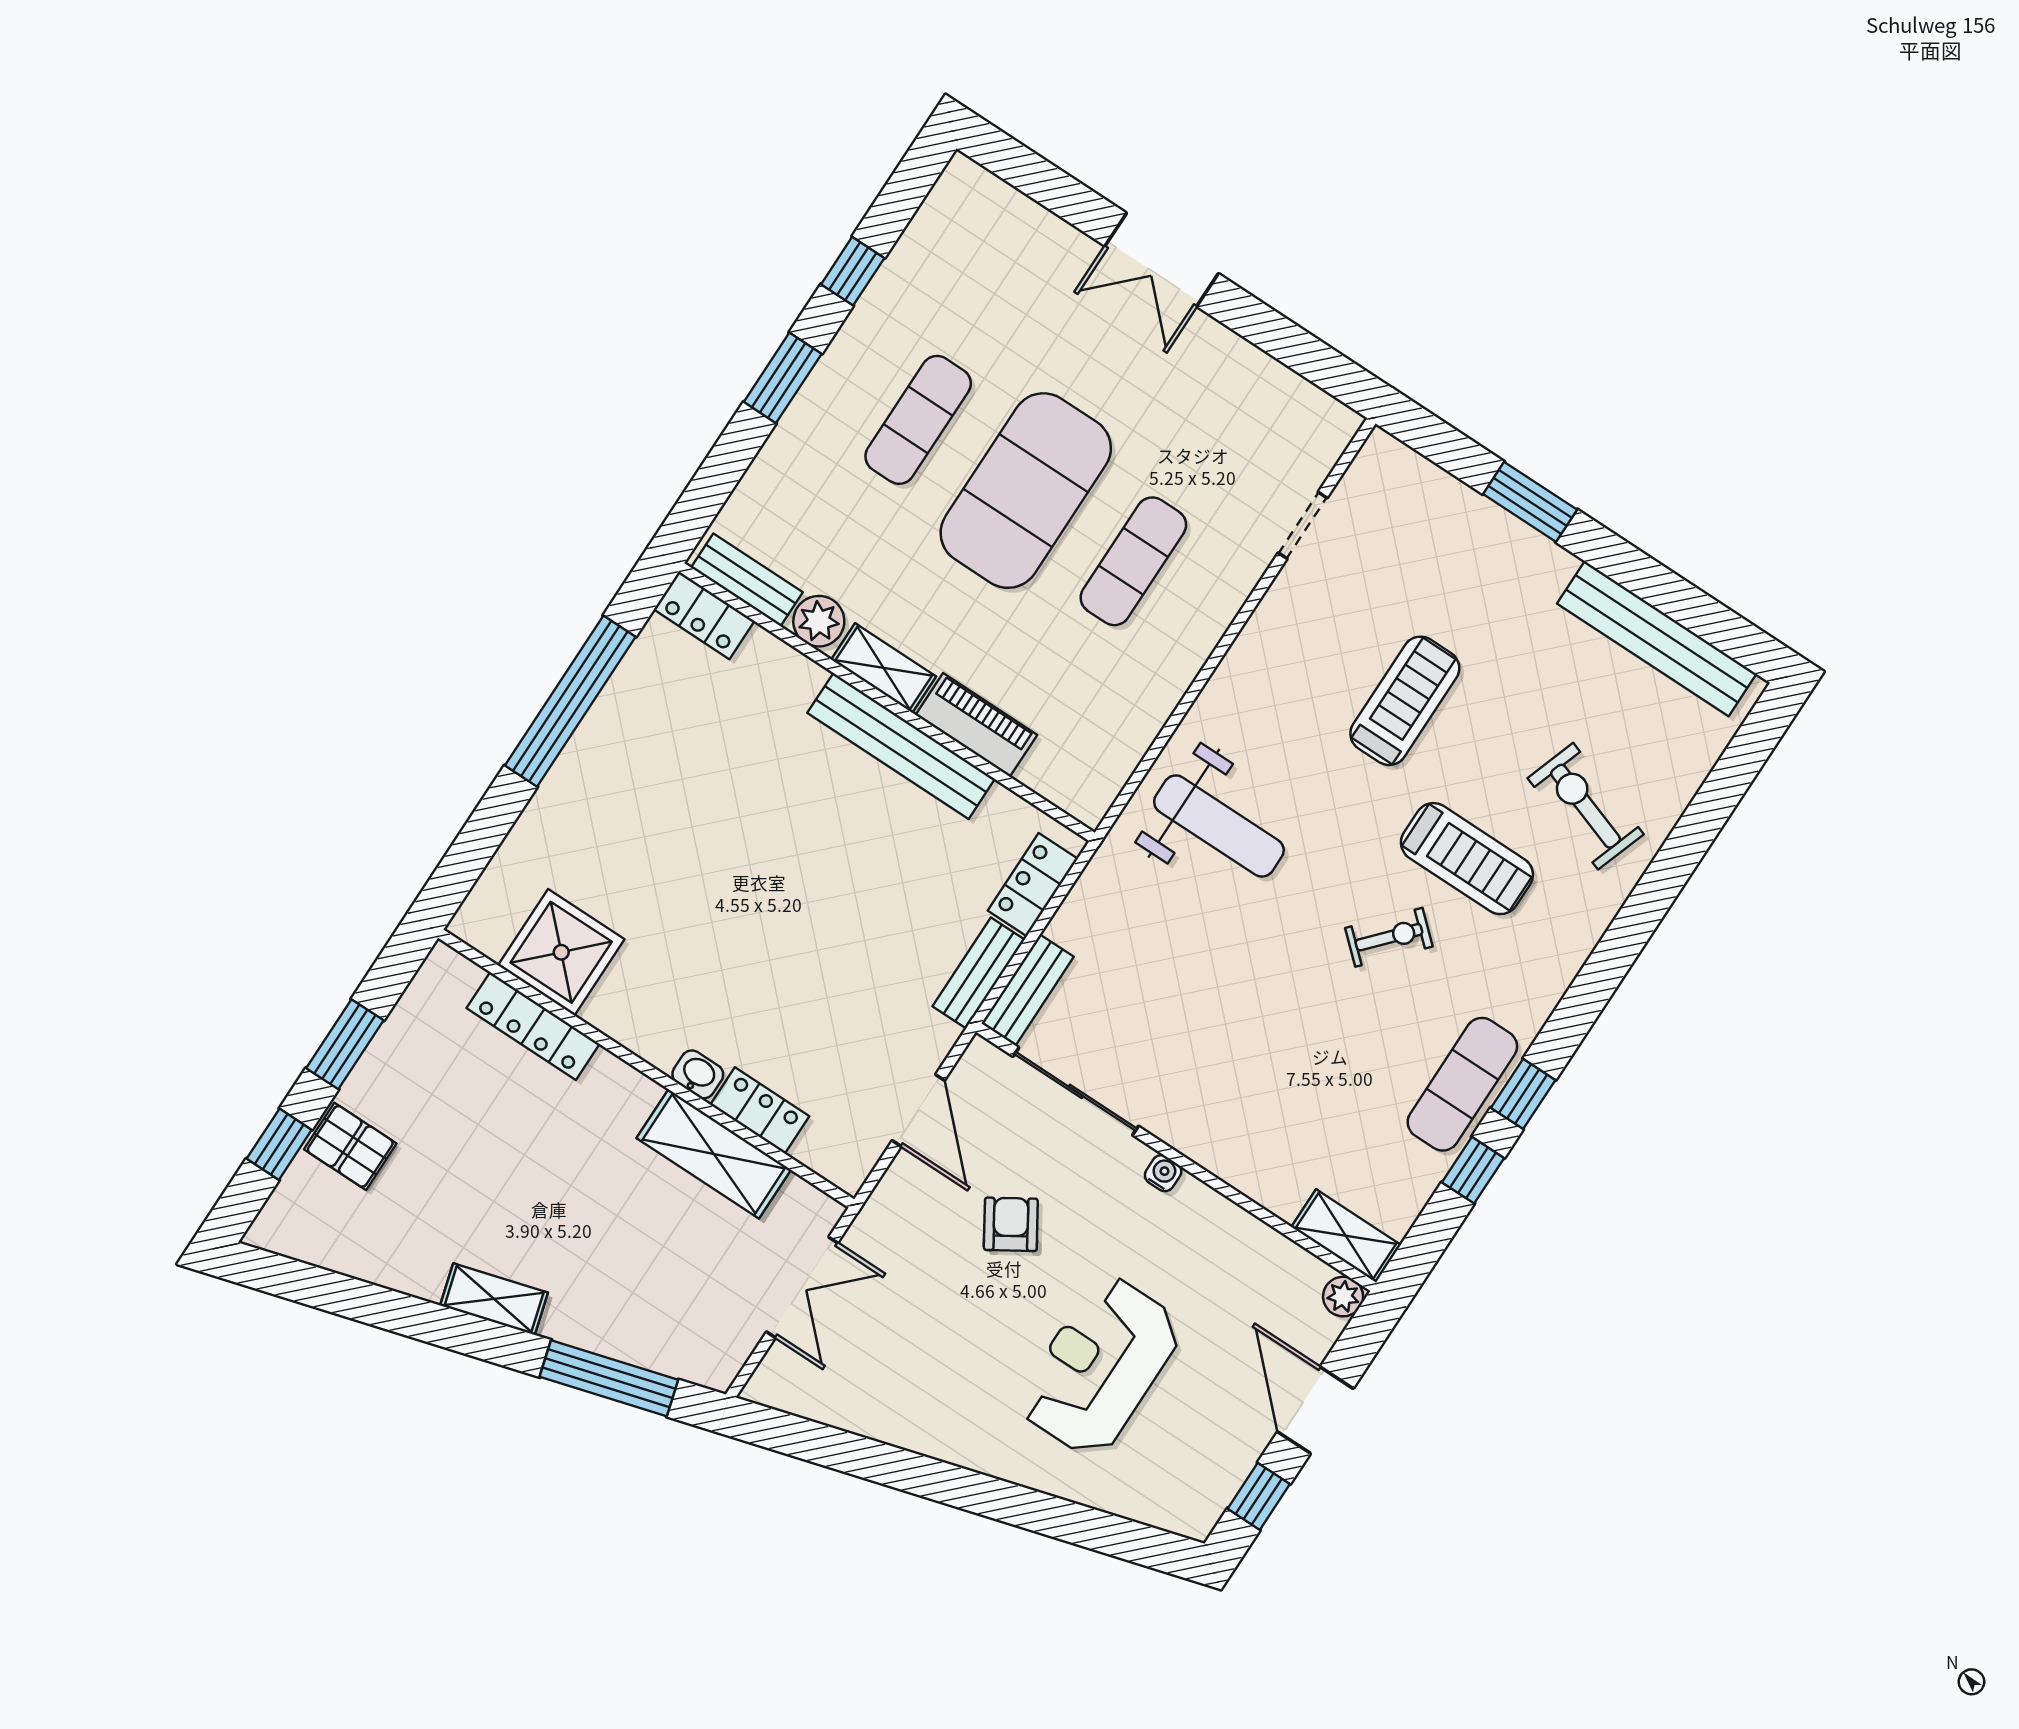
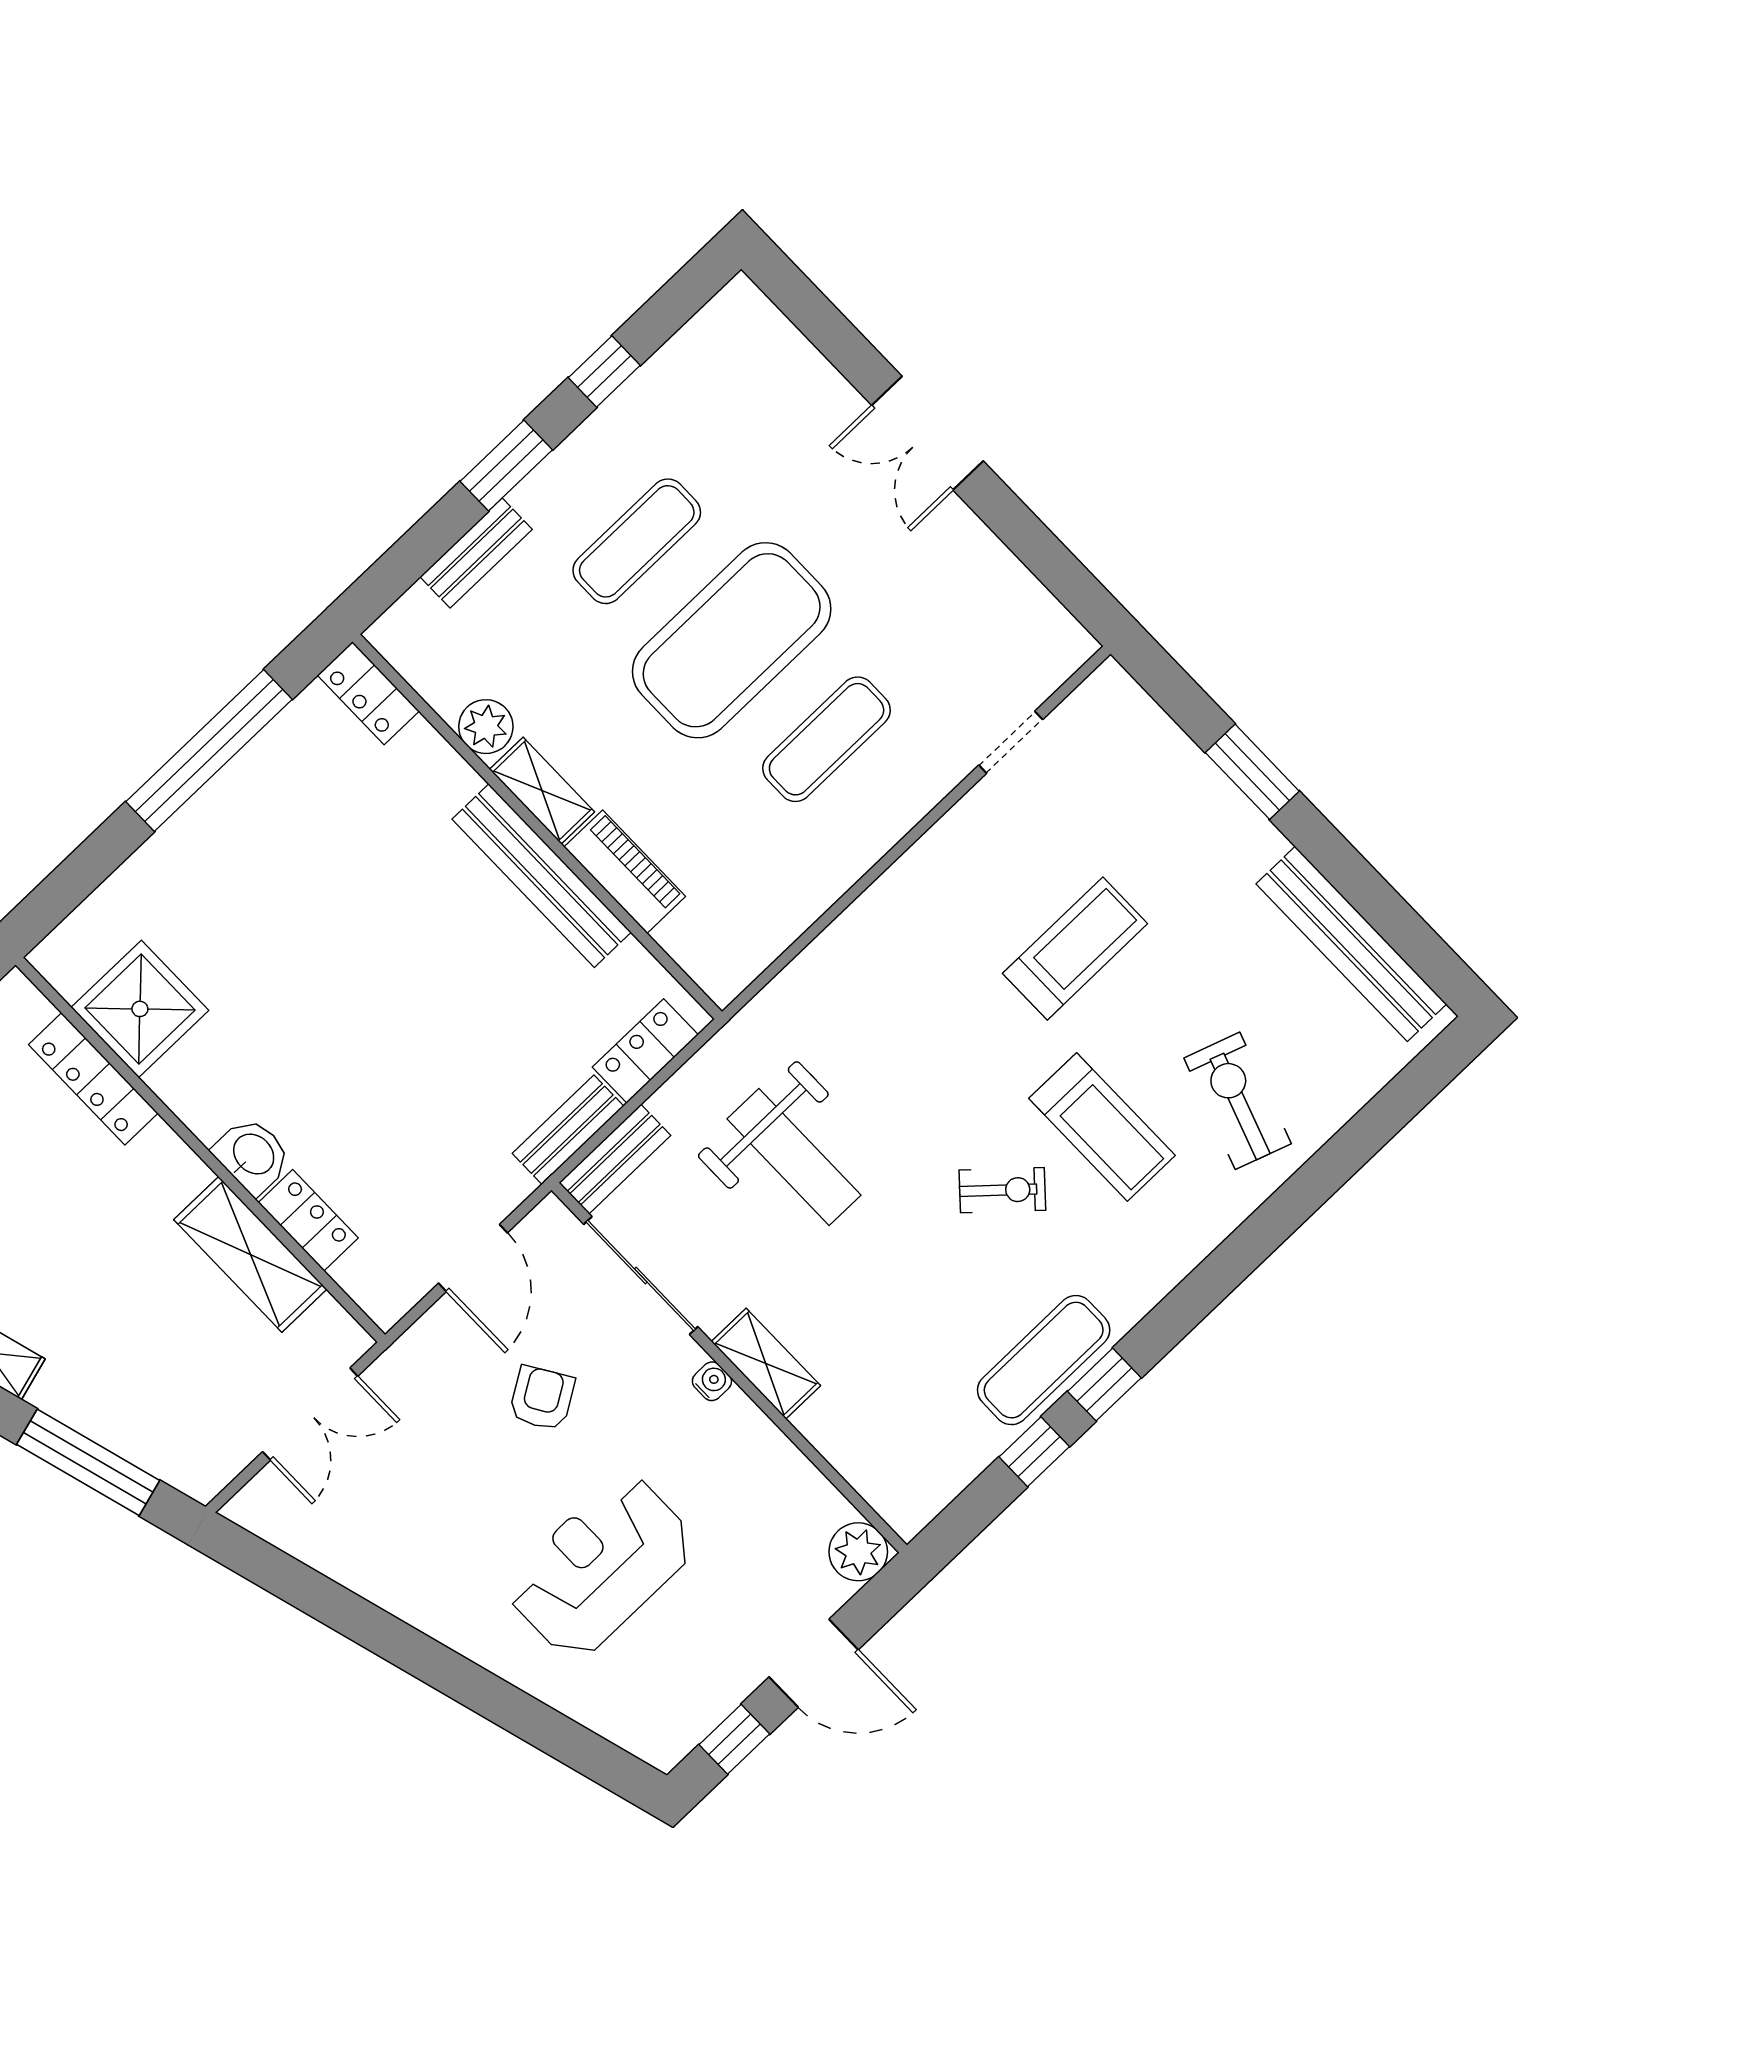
bench: (747, 580) -> (476, 553), moved, turned 90
weight bench: (1219, 826) -> (794, 1157), moved
washbasin: (698, 1074) -> (252, 1155), width x1.38, depth x1.45
shelving: (1346, 1236) -> (766, 1364), moved
plant: (1343, 1297) -> (858, 1552), width x1.38, depth x1.38
door: (1315, 1410) -> (814, 1663), swing flipped

